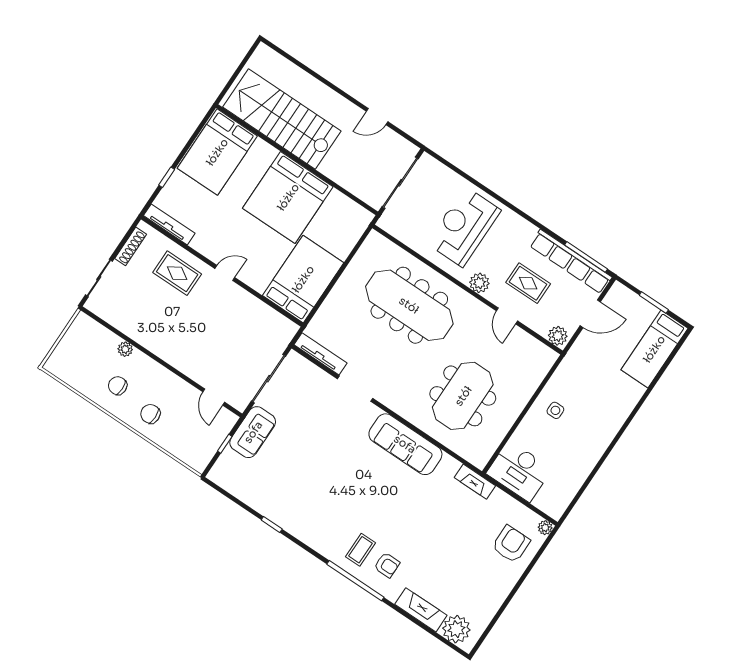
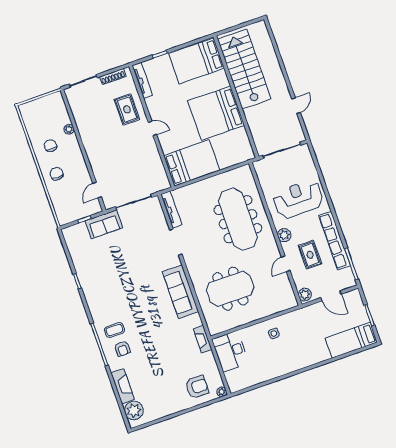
door: (377, 116) -> (296, 106), swing flipped
row of seats: (571, 262) -> (335, 241), moved

